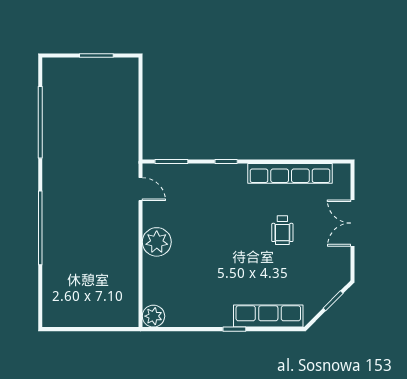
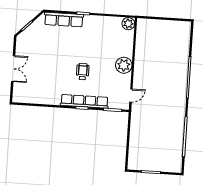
row of seats: (290, 173) -> (84, 101), moved
door: (140, 189) -> (131, 96), swing flipped
wheelchair: (282, 230) -> (83, 72), moved

